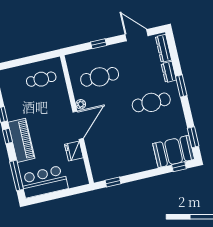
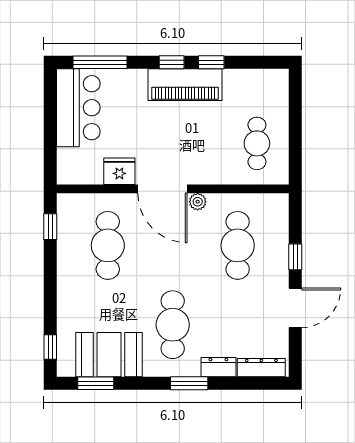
door: (137, 35) -> (295, 308), moved
piano: (21, 140) -> (185, 85), moved
cafe table: (116, 148) -> (108, 245), added
booth: (174, 151) -> (109, 355), moved, turned 90

